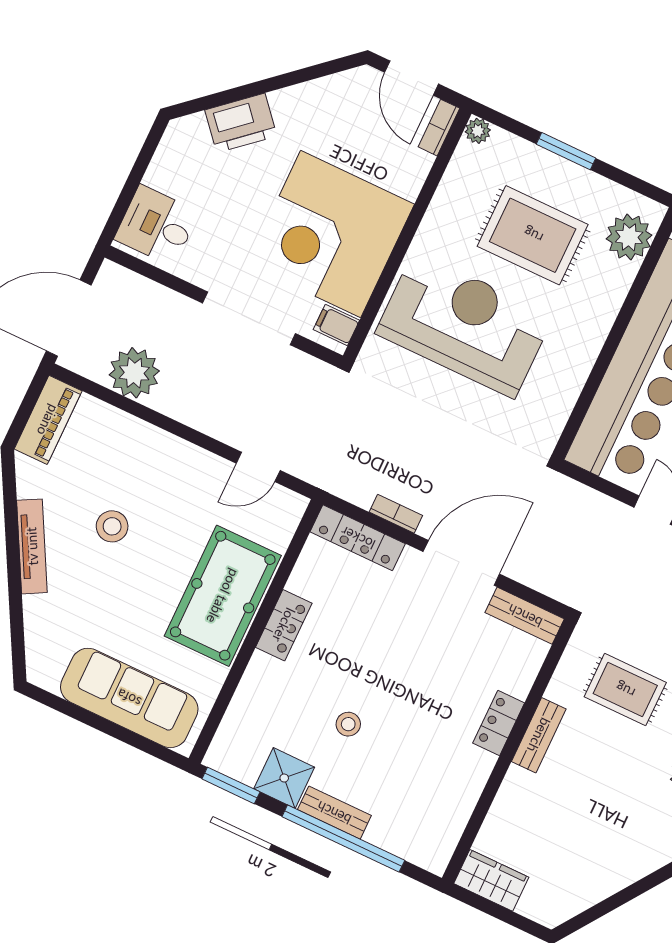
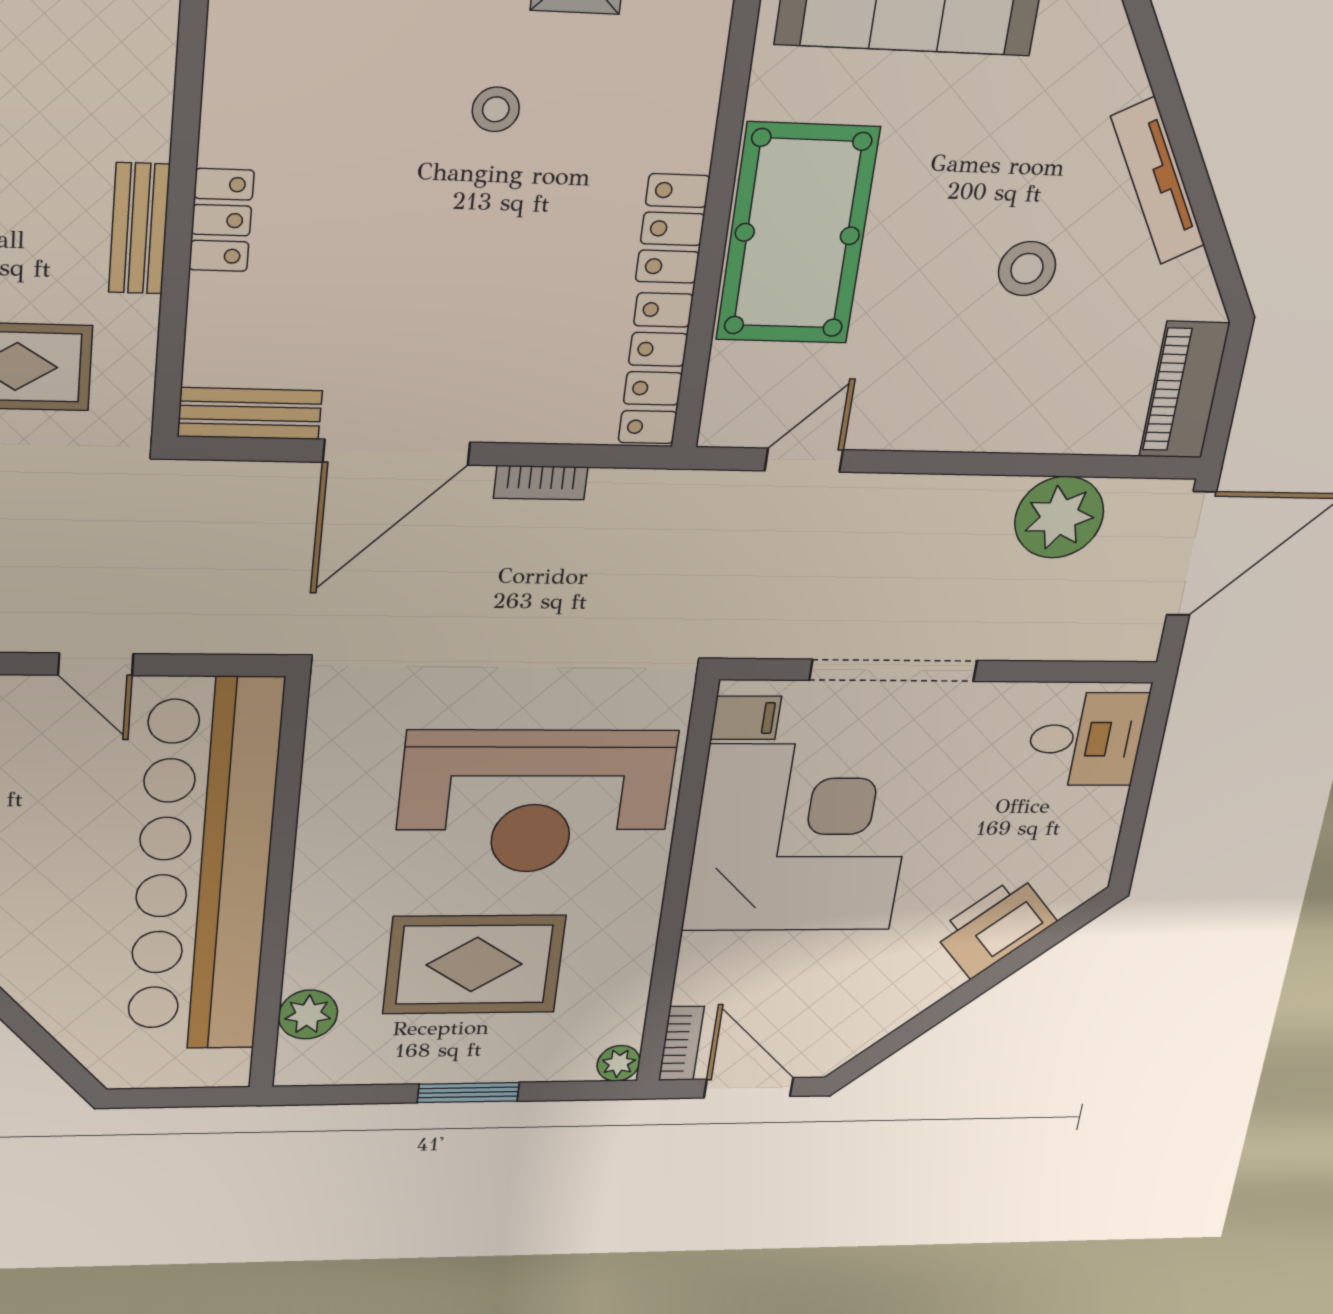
plant: (629, 237) -> (308, 1015), width x0.73, depth x0.73
locker: (358, 538) -> (655, 369), moved, turned -90

